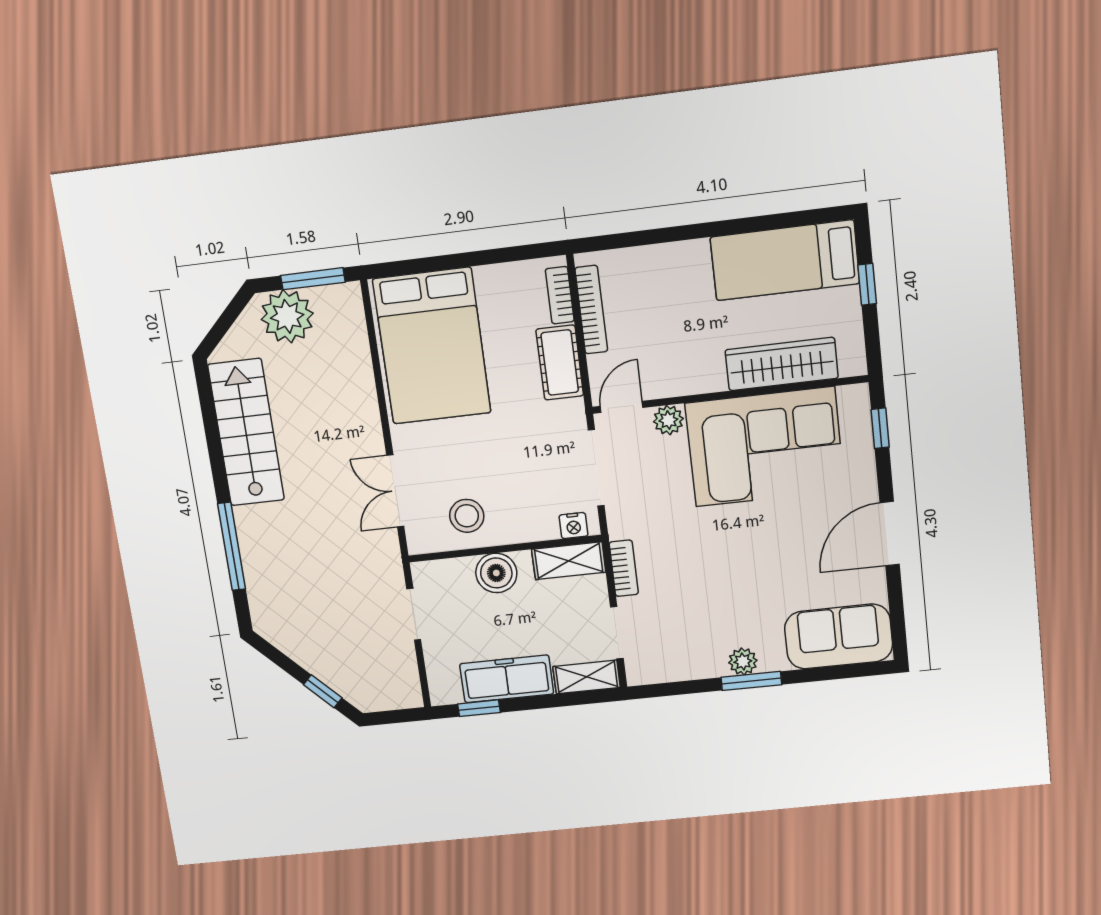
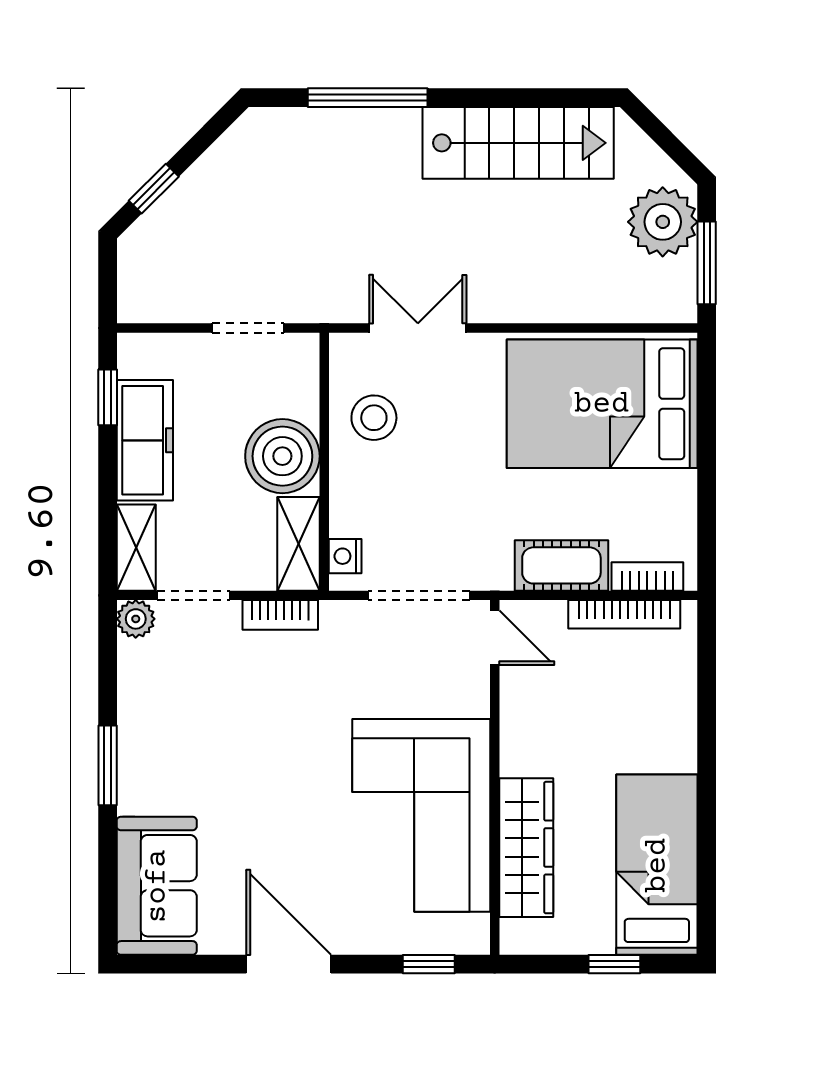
plant: (668, 420) -> (471, 696), removed
boiler: (496, 573) -> (282, 456), width x1.37, depth x1.37
plant: (743, 661) -> (136, 619), moved

